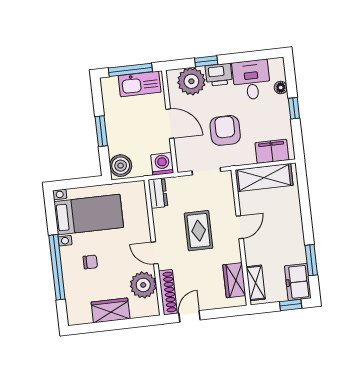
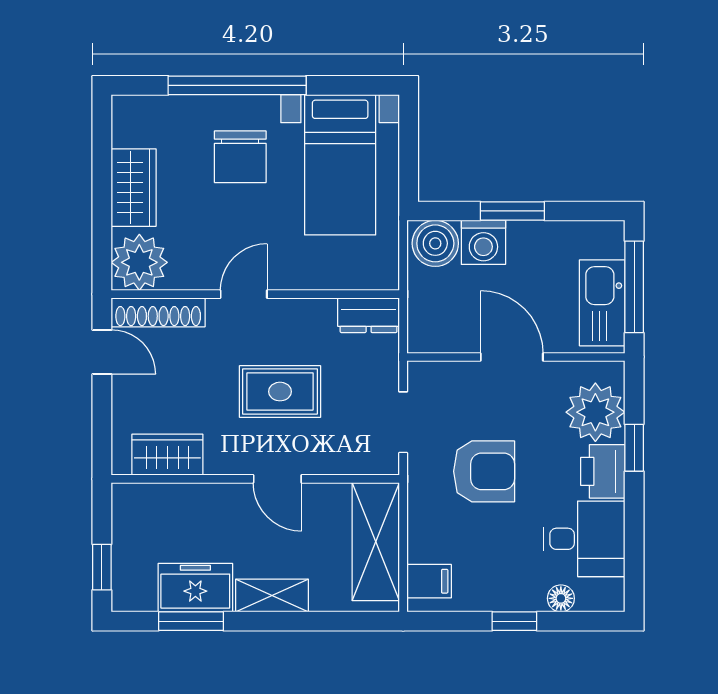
door: (170, 124) -> (512, 357), swing flipped
filing cabinet: (272, 151) -> (429, 581), width x0.50
washing machine: (162, 164) -> (483, 242), moved, turned 90
chair: (90, 262) -> (240, 157), width x1.87, depth x1.87
freezer: (298, 282) -> (195, 588), moved
shelving: (256, 283) -> (272, 596), moved
plant: (143, 285) -> (139, 262), moved

